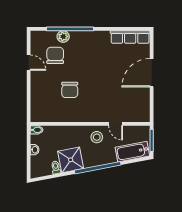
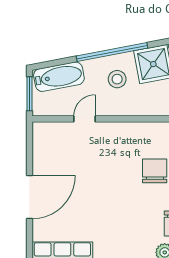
door: (116, 124) -> (85, 119), hinge flipped
stool: (97, 137) -> (117, 79), moved

